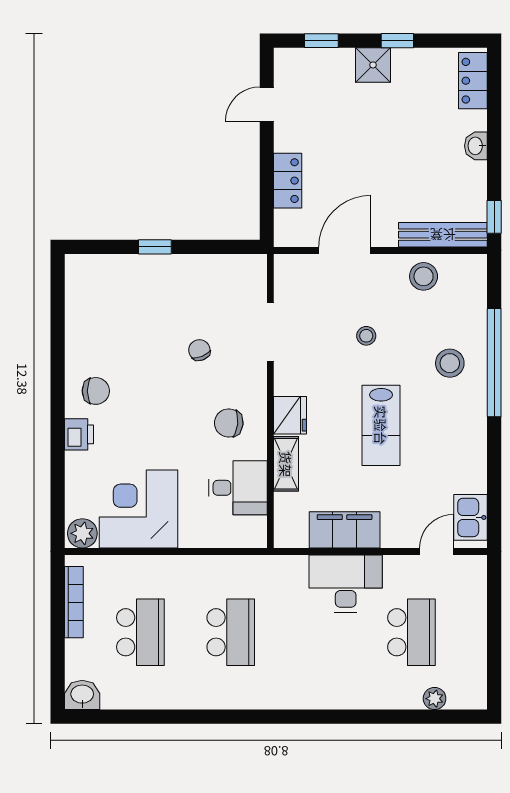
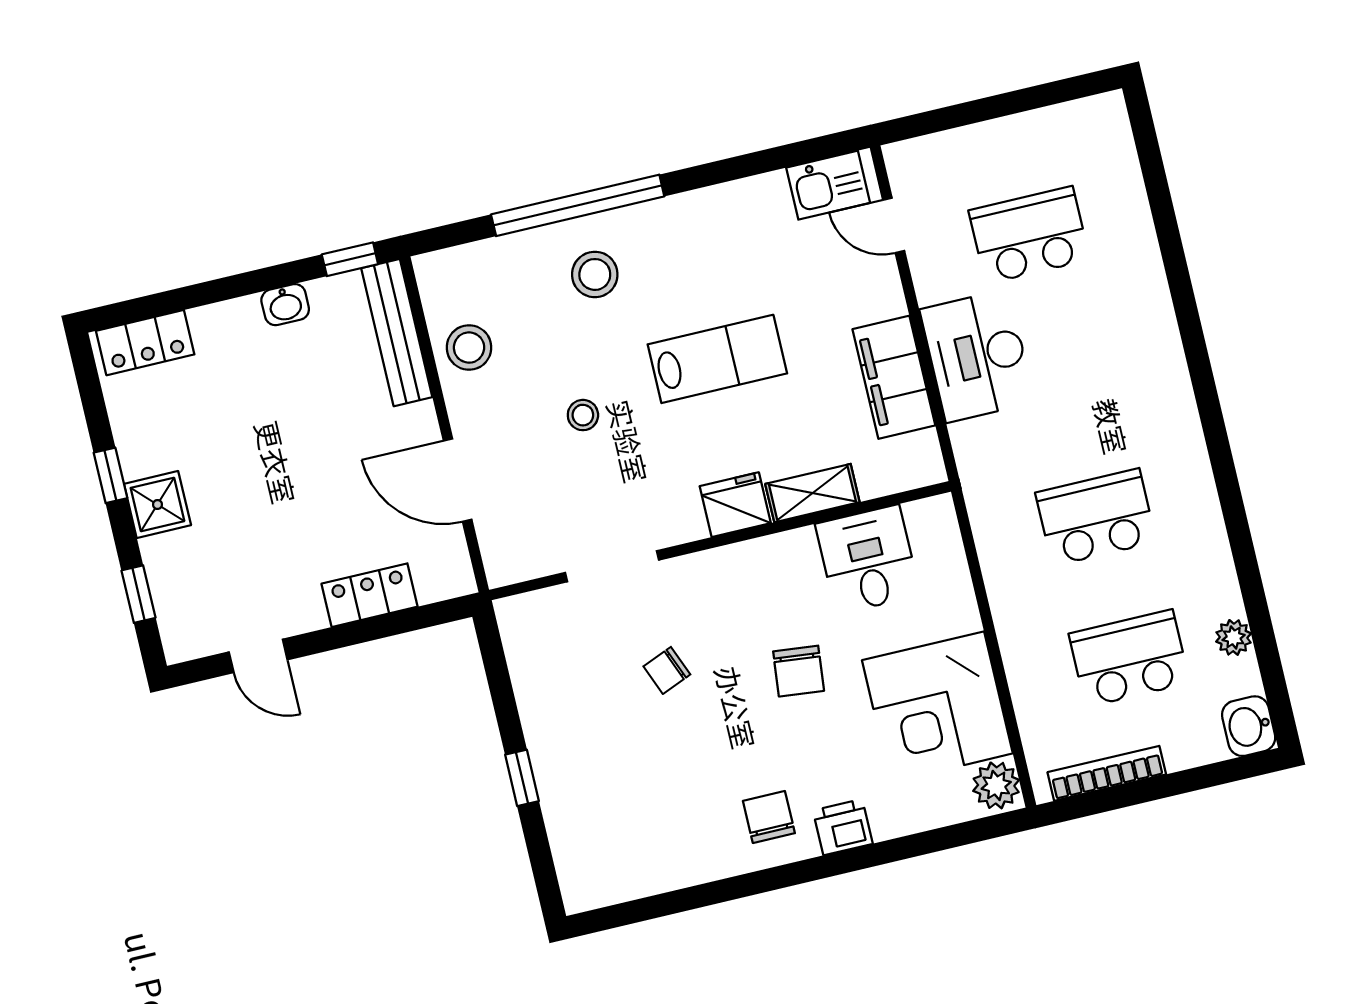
washbasin: (476, 146) -> (285, 305), moved
chair: (229, 423) -> (799, 671), moved
plant: (435, 699) -> (1234, 637), moved

